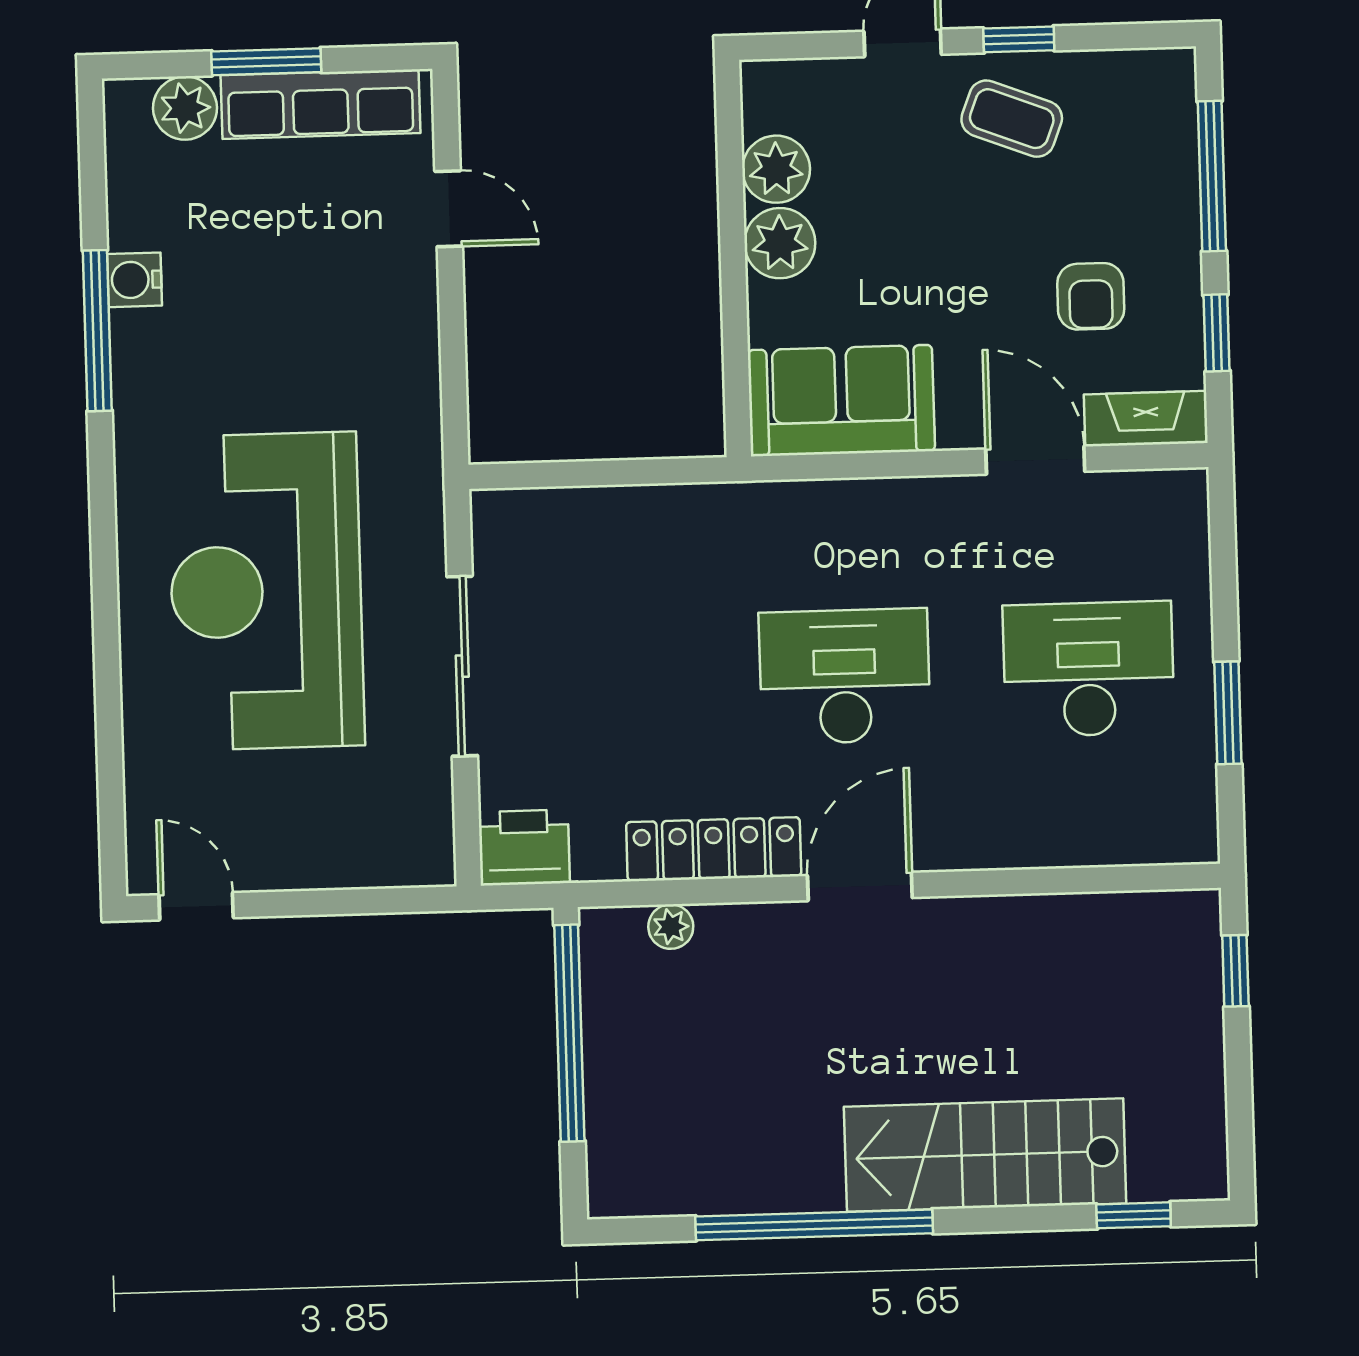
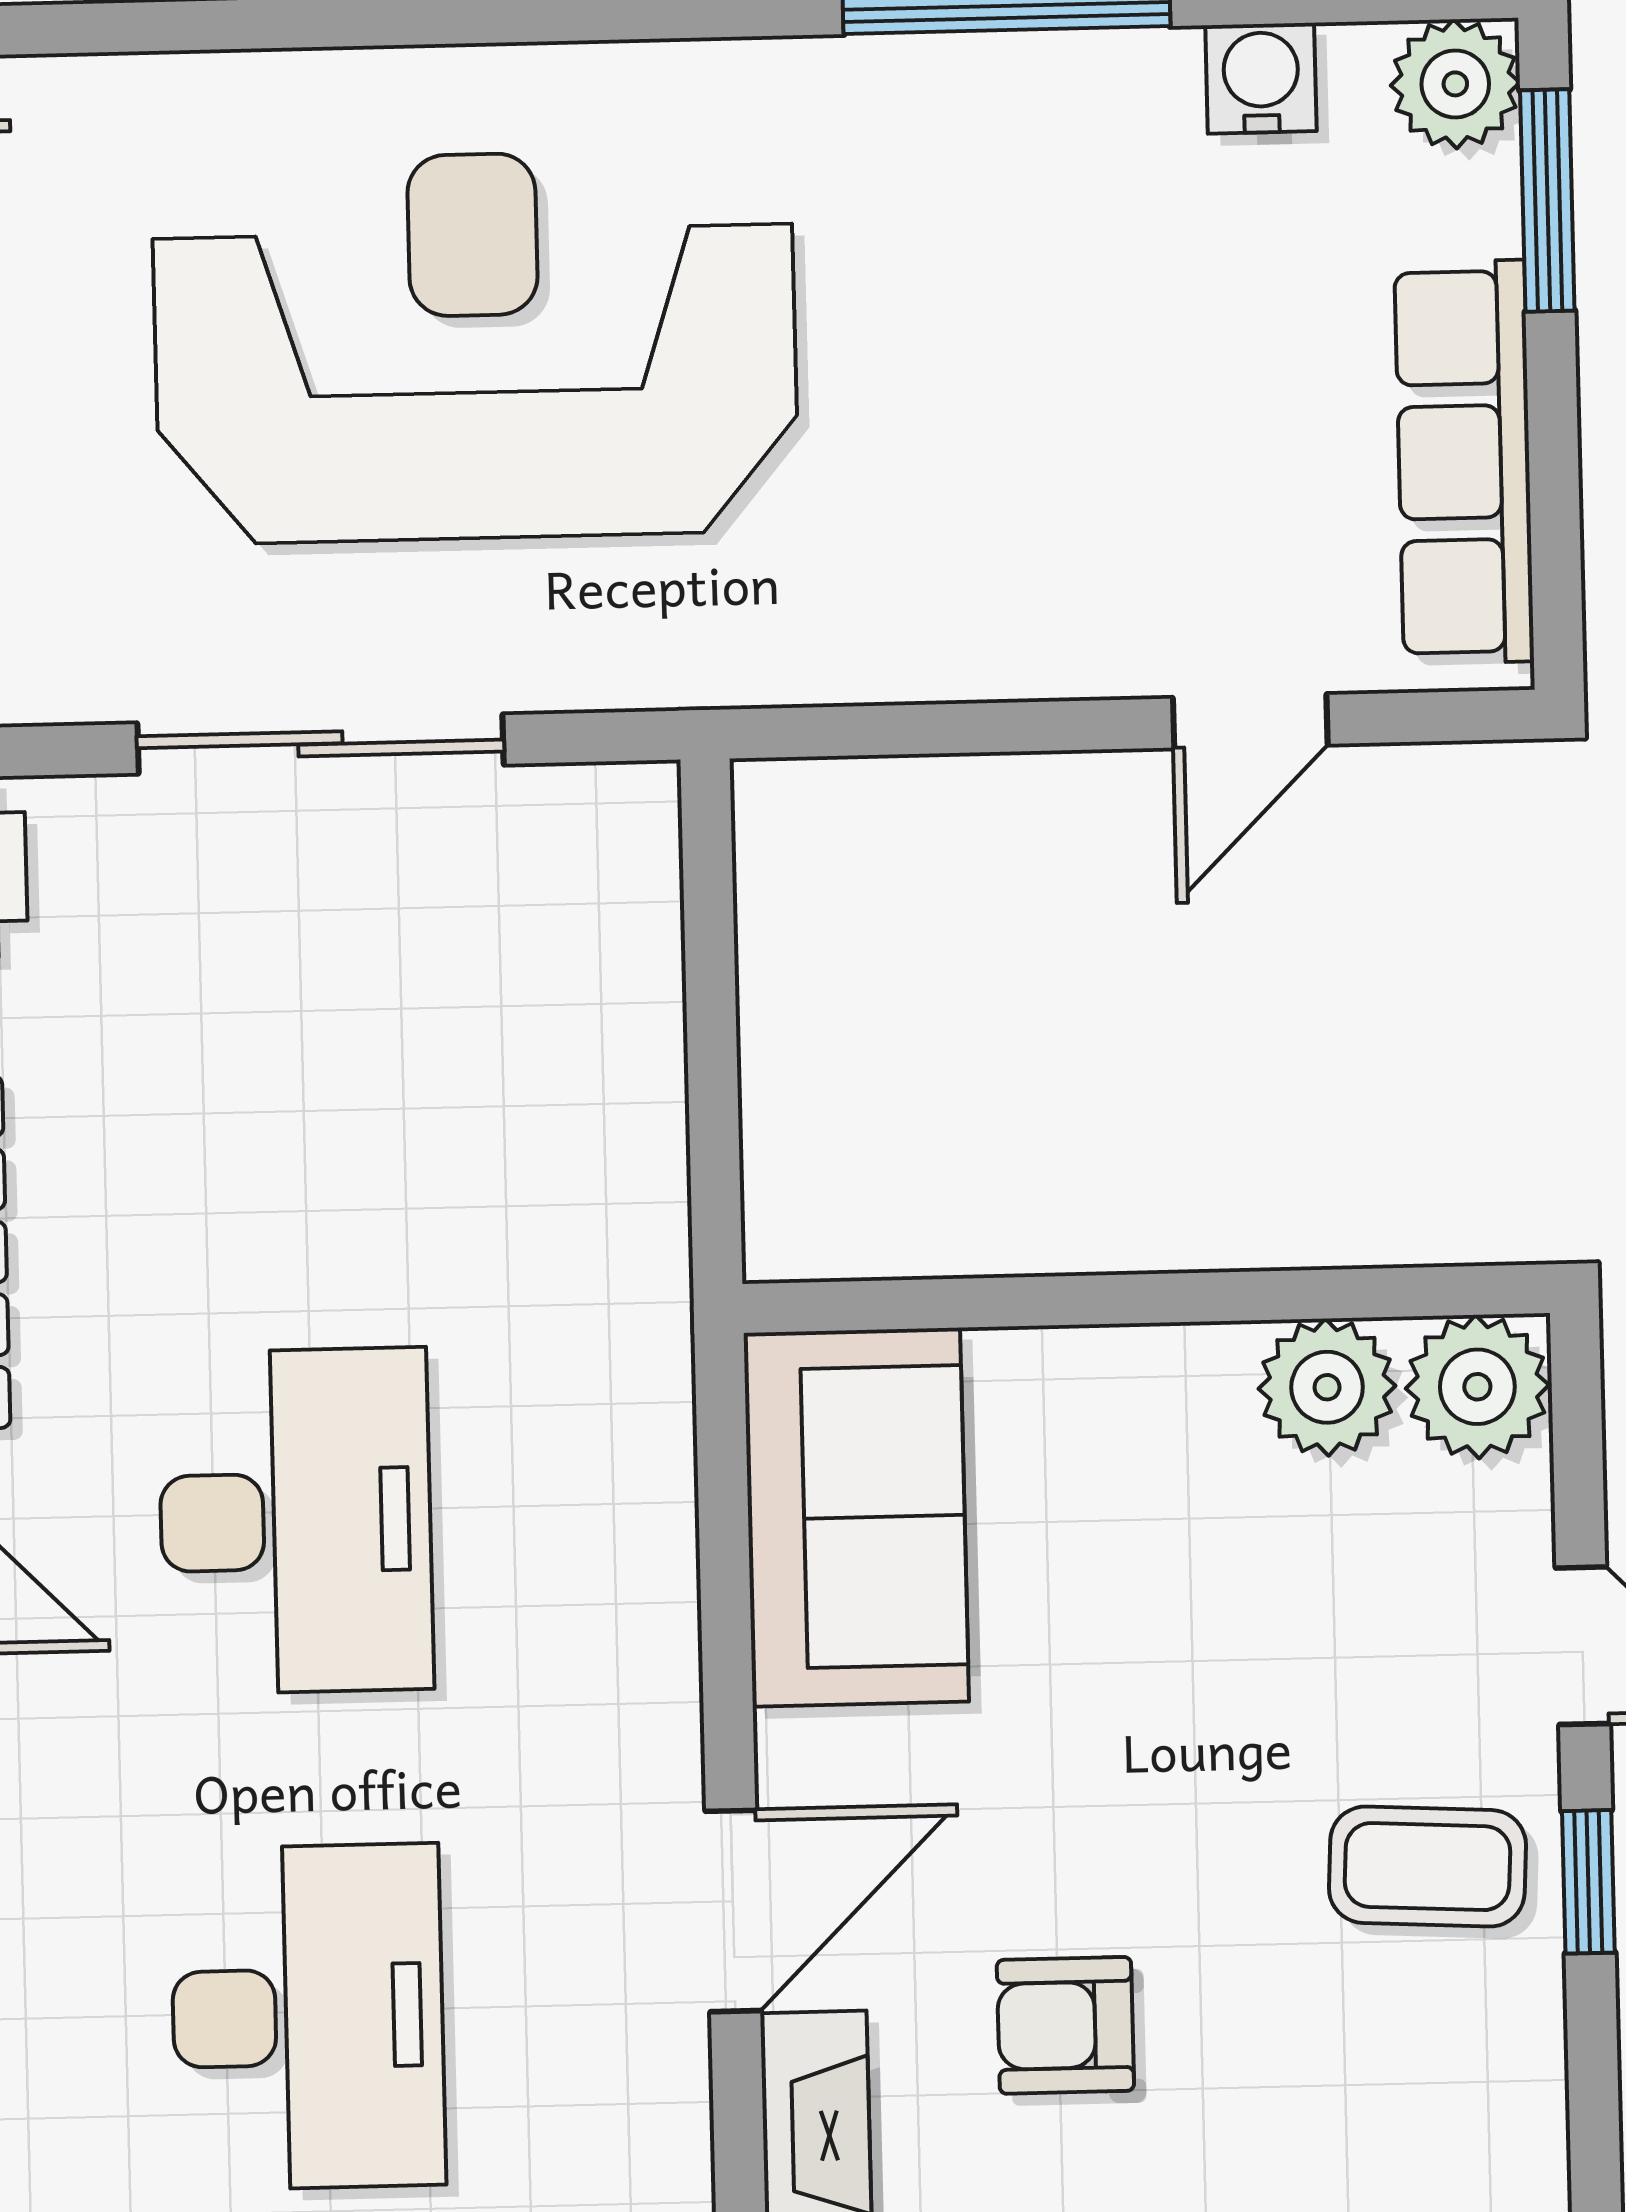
window: (266, 62) -> (1547, 200), moved
plant: (185, 108) -> (1455, 84), moved
coffee table: (1012, 119) -> (1427, 1867), turned 72
plant: (780, 243) -> (1477, 1387), moved
water cooler: (135, 280) -> (1261, 78), moved

